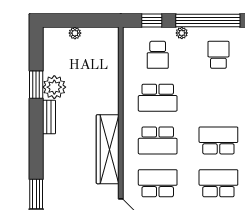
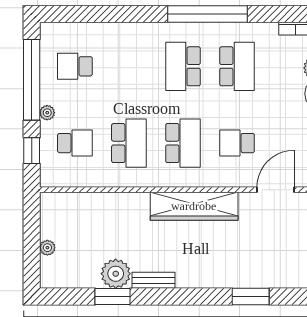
school desk: (158, 183) -> (237, 143), width x0.54
school desk: (218, 183) -> (237, 66), turned 180

